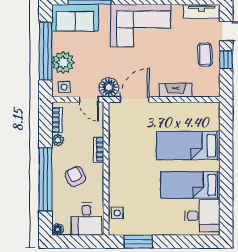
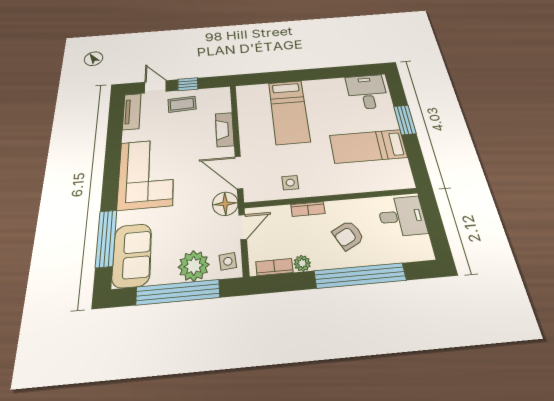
bed: (190, 185) -> (368, 146), moved, turned 90
side table: (117, 213) -> (290, 183), moved
floor lamp: (58, 229) -> (426, 253), removed
window: (138, 242) -> (405, 120), moved

